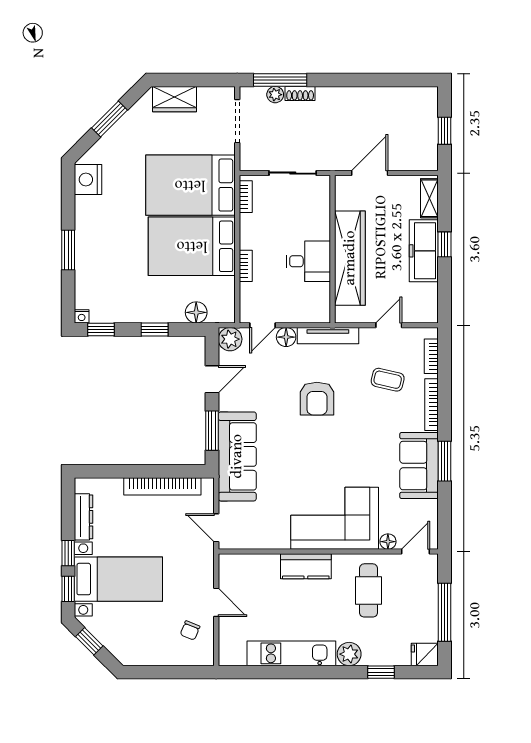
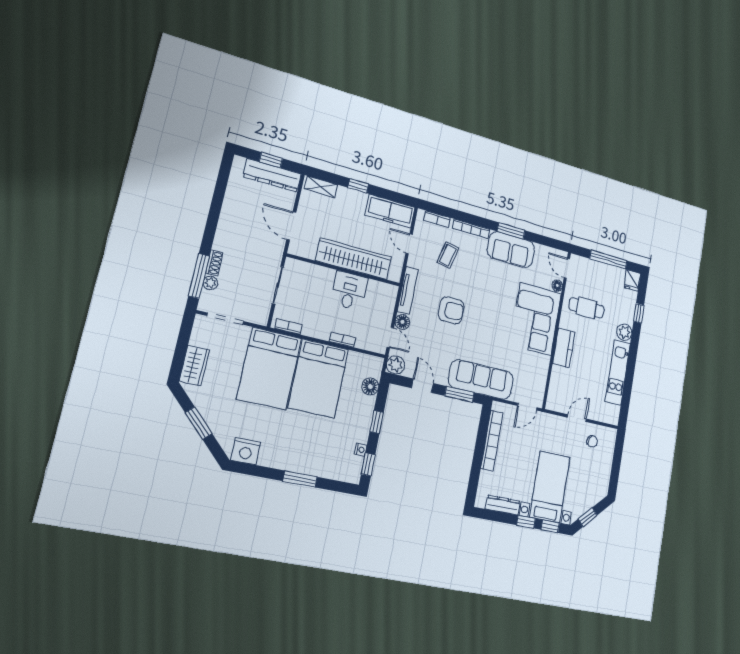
dresser: (426, 136) -> (272, 175), added
freezer: (424, 251) -> (390, 211), moved
nightstand: (82, 316) -> (361, 450), moved

